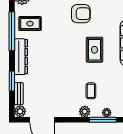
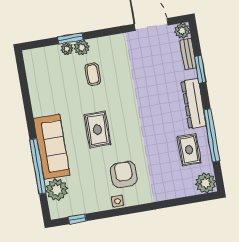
armchair: (81, 14) -> (124, 174), turned 90
rug: (30, 24) -> (189, 150), turned 90
plant: (85, 112) -> (82, 48), moved
window: (103, 120) -> (70, 38), width x0.69

